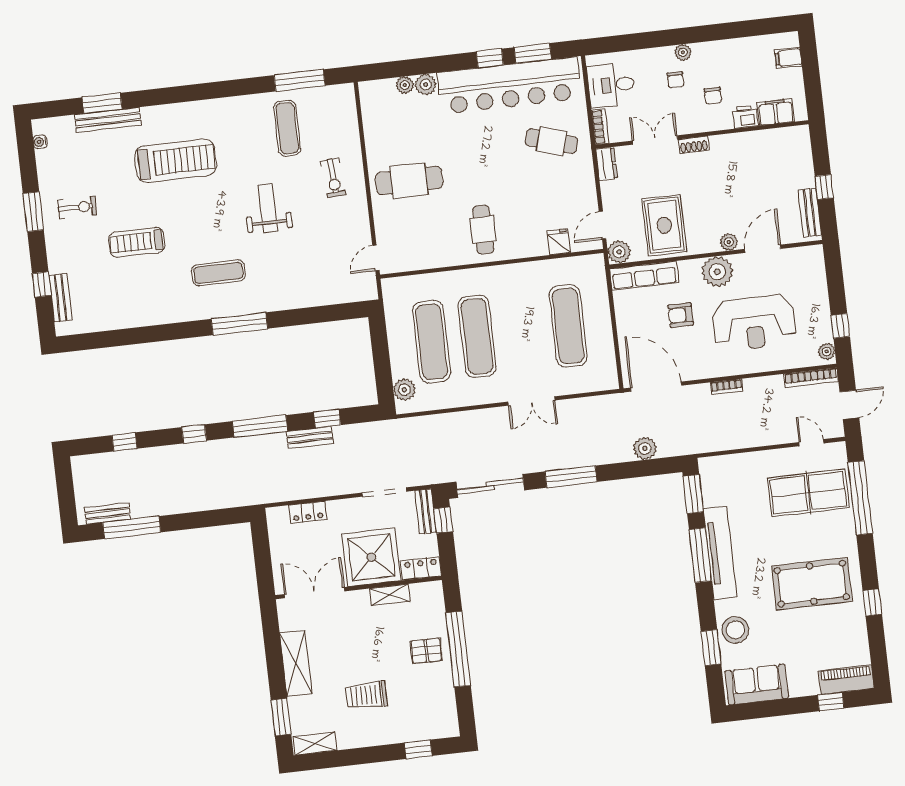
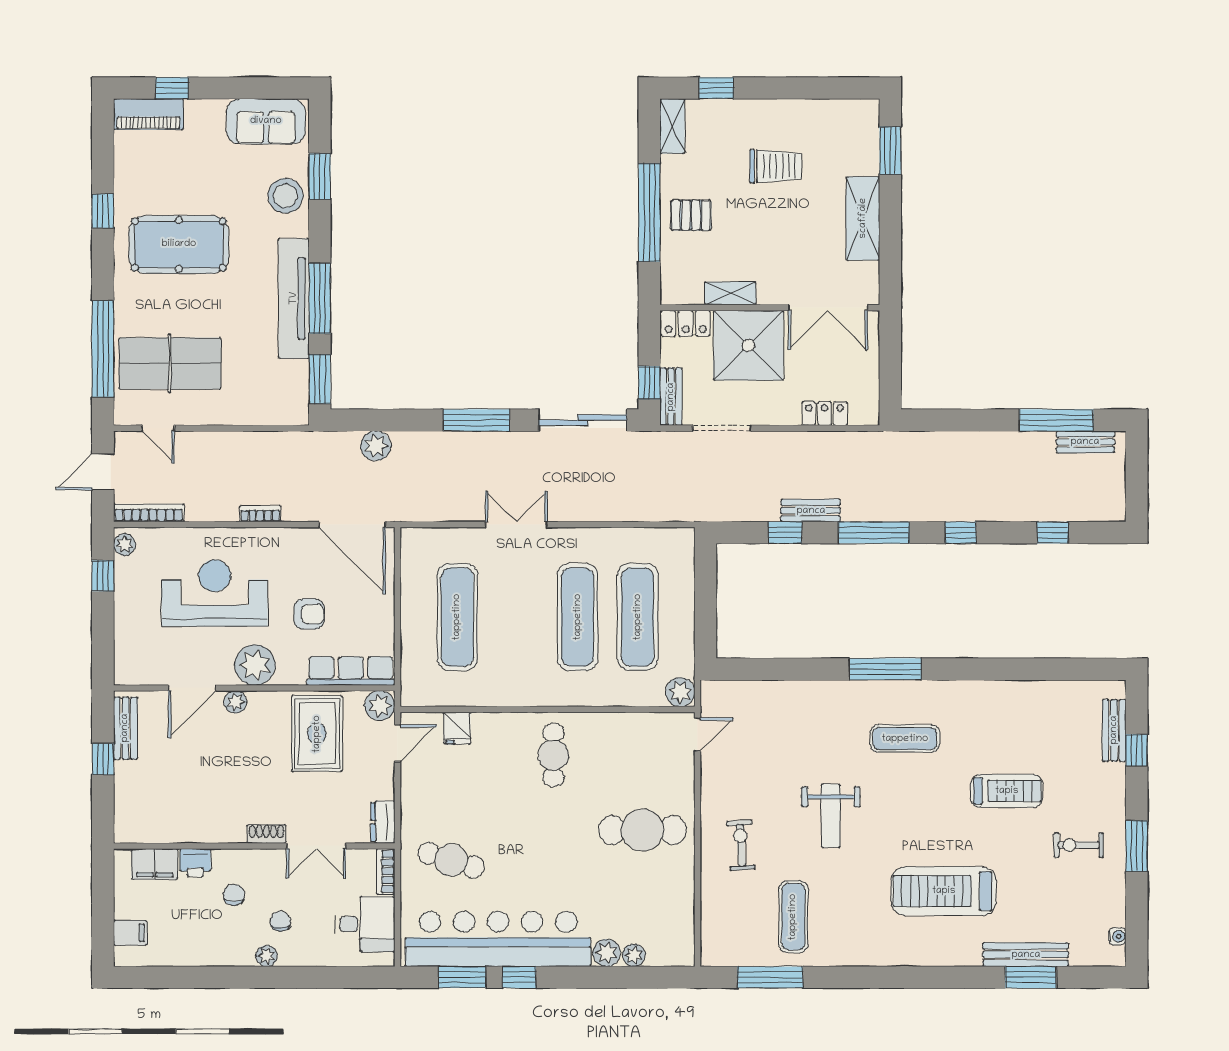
plant: (404, 390) -> (680, 692), moved
shelving: (315, 744) -> (672, 126), moved, turned 90

